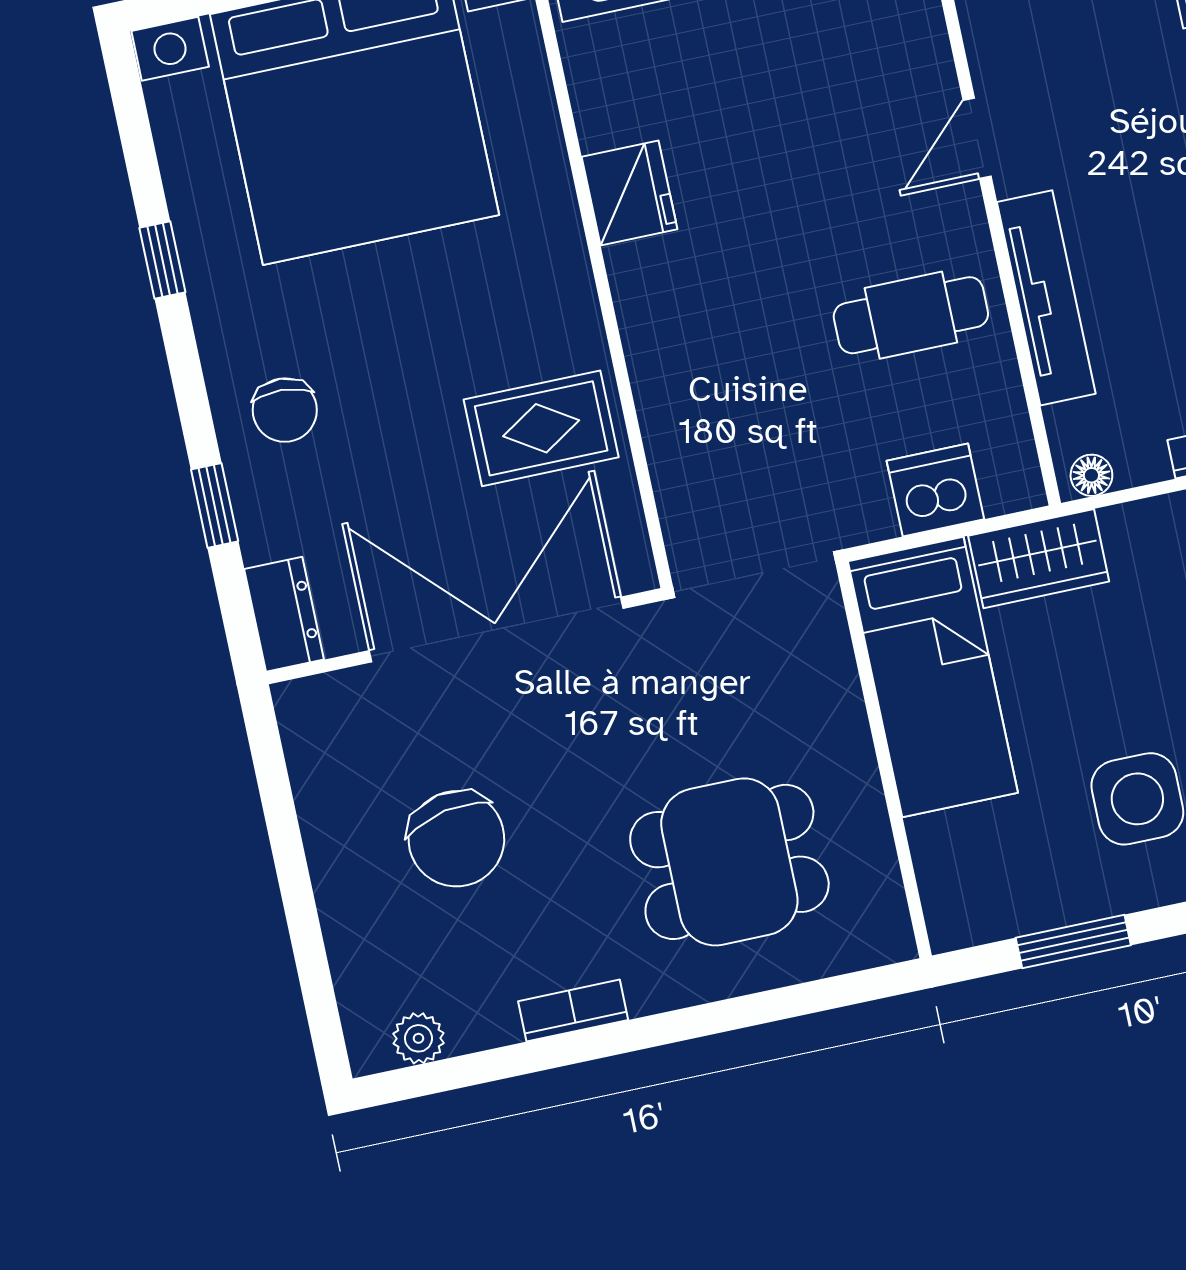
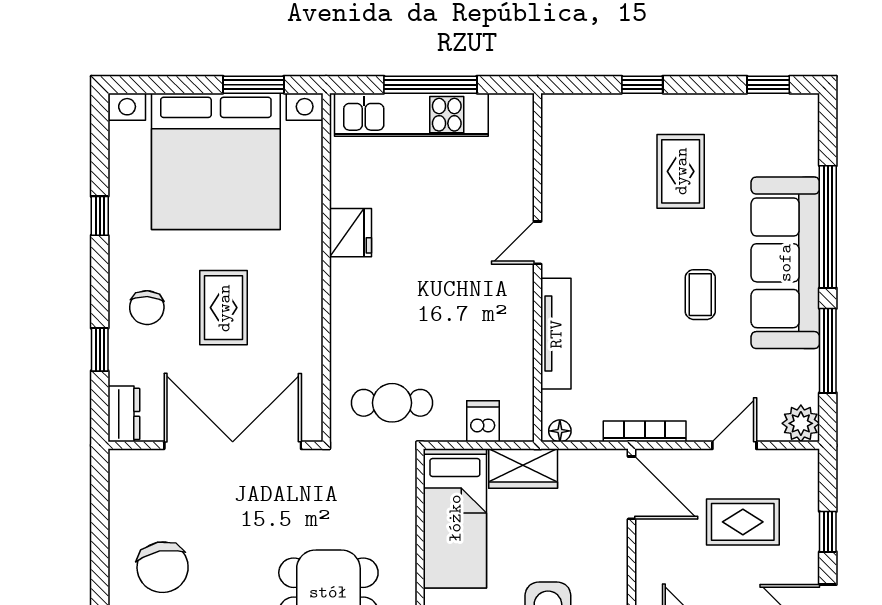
cafe table: (911, 315) -> (392, 403), moved
rug: (541, 428) -> (224, 308), moved, turned 90
dishwasher: (935, 490) -> (483, 421), width x0.73
chair: (456, 839) -> (163, 567), moved

